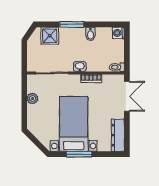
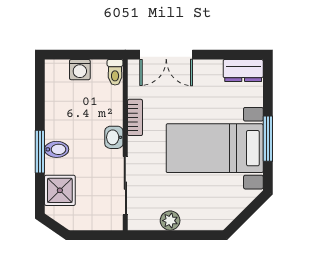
washing machine: (118, 33) -> (80, 70), moved
bidet: (90, 34) -> (57, 149), moved
double door: (127, 96) -> (166, 55), swing flipped
dresser: (118, 135) -> (243, 71), width x0.70

